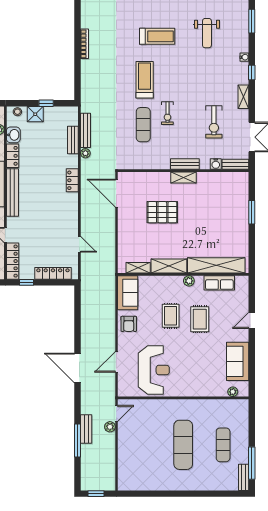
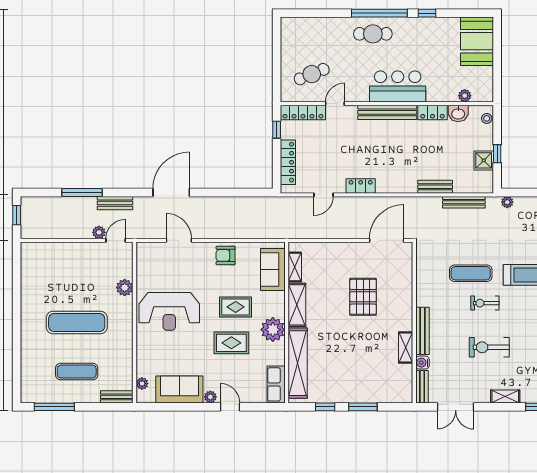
shower: (35, 114) -> (484, 160), moved
exercise bike: (214, 122) -> (489, 347), moved
bench: (73, 140) -> (435, 187), moved
plant: (85, 153) -> (507, 202), moved
bench: (185, 164) -> (422, 331), width x1.36
shelving: (184, 177) -> (406, 348), moved
locker: (72, 180) -> (361, 186), moved
window: (252, 243) -> (325, 407), added
plant: (189, 281) -> (273, 330), width x1.88, depth x1.88
row of seats: (219, 283) -> (276, 384), moved
sofa: (128, 293) -> (273, 270), moved, turned 90
plant: (244, 336) -> (210, 397), added
reception desk: (154, 370) -> (169, 311), moved
plant: (155, 406) -> (125, 288), added
door: (116, 413) -> (116, 240), swing flipped
bench: (86, 429) -> (115, 203), moved
bench: (244, 477) -> (117, 397), moved

